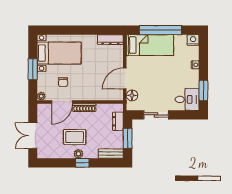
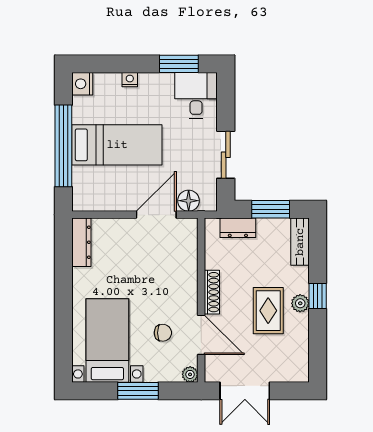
bed: (150, 45) -> (117, 145), moved, turned 90
door: (125, 79) -> (156, 215), swing flipped
double door: (33, 136) -> (245, 391), moved

